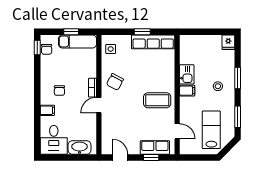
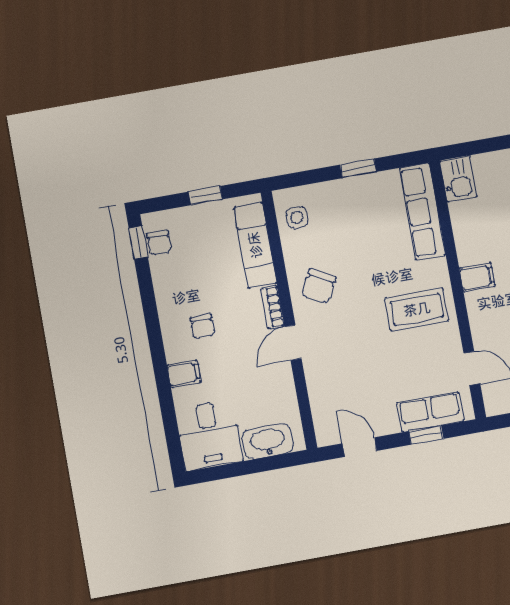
exam couch: (77, 41) -> (255, 245), moved, turned 90
row of seats: (153, 42) -> (422, 211), moved, turned 90
kitchen sink: (187, 74) -> (458, 179), moved

